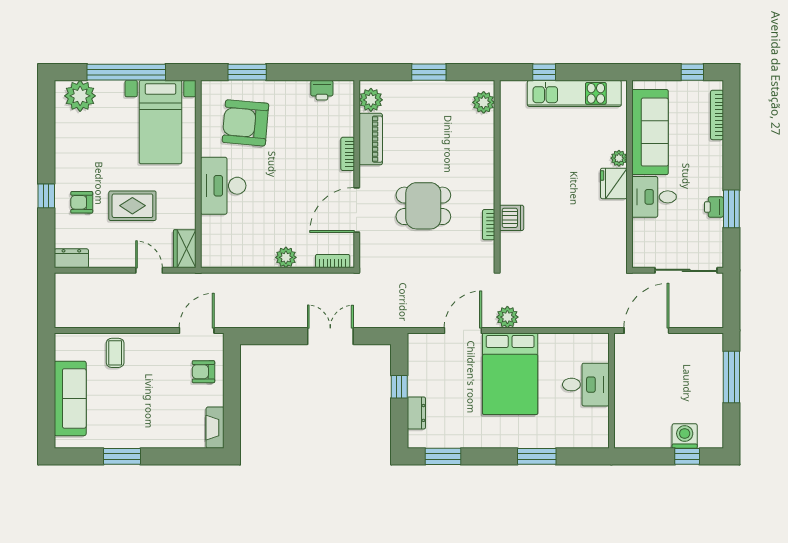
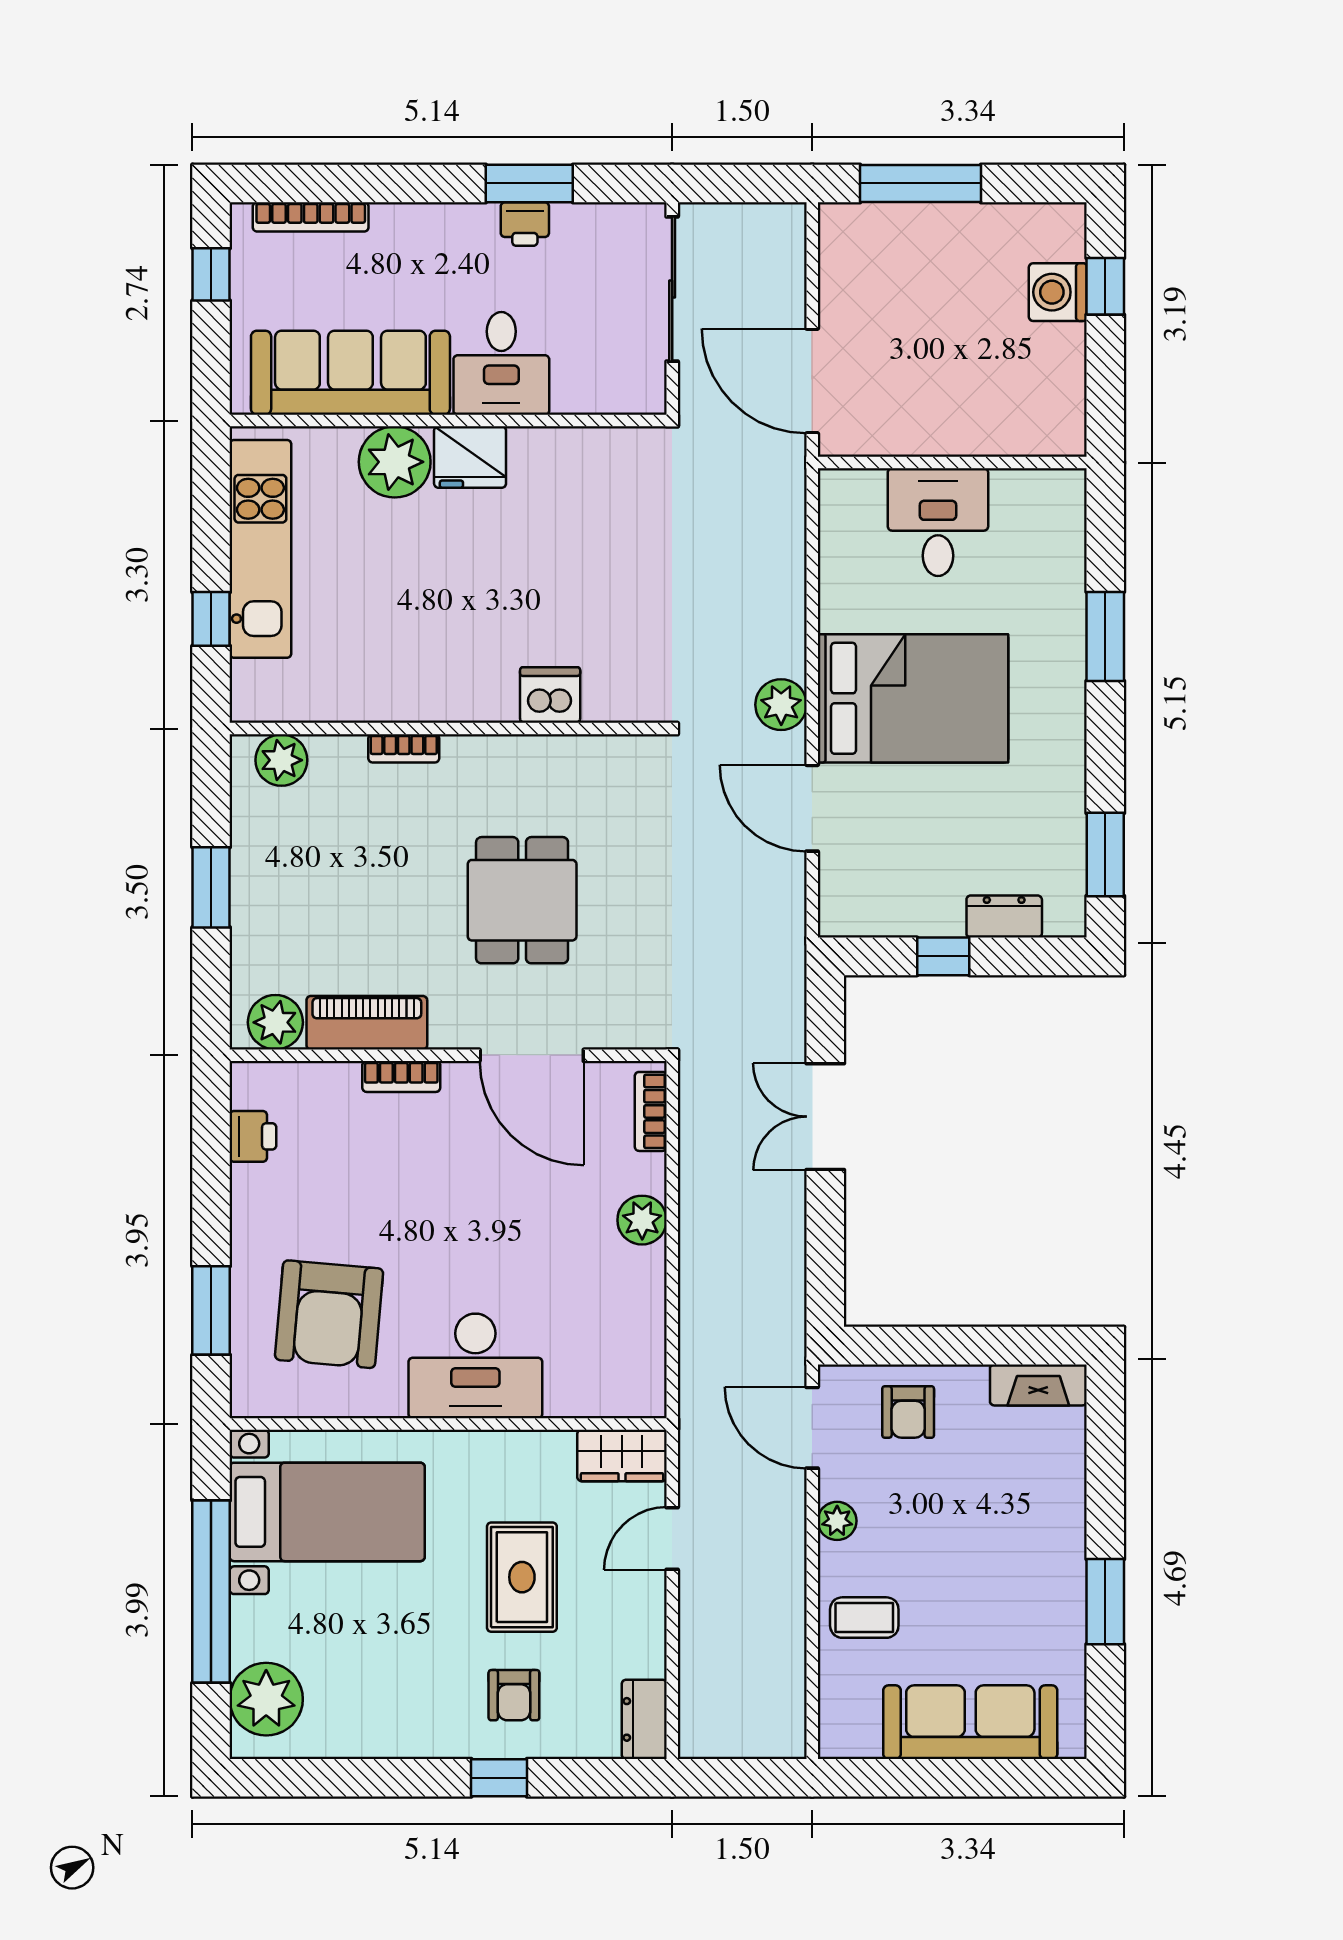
plant: (619, 158) -> (395, 462), width x1.88, depth x1.88
bookcase: (489, 225) -> (404, 748), moved
plant: (157, 341) -> (837, 1521), added

